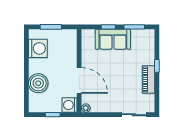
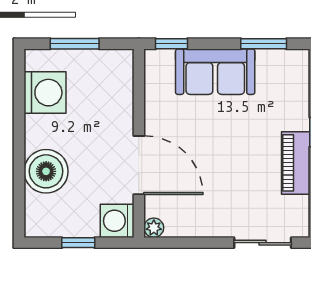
window: (108, 27) -> (171, 44), moved

